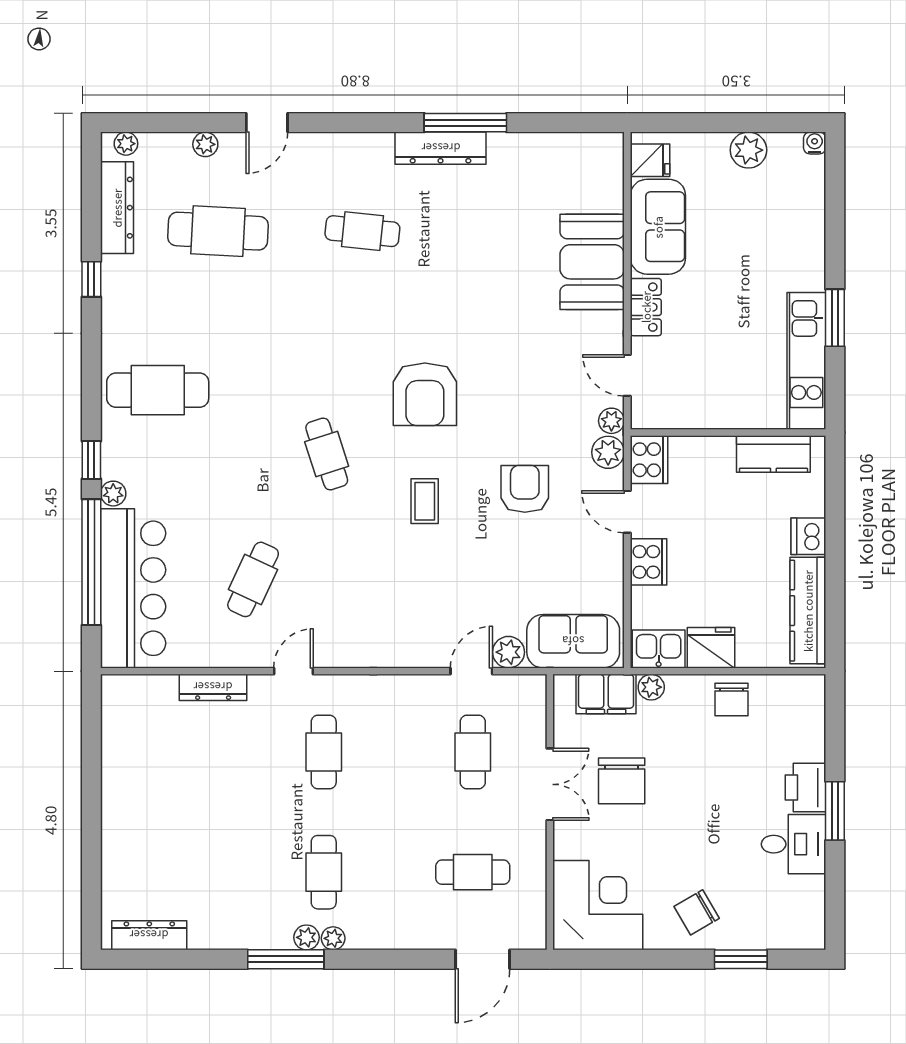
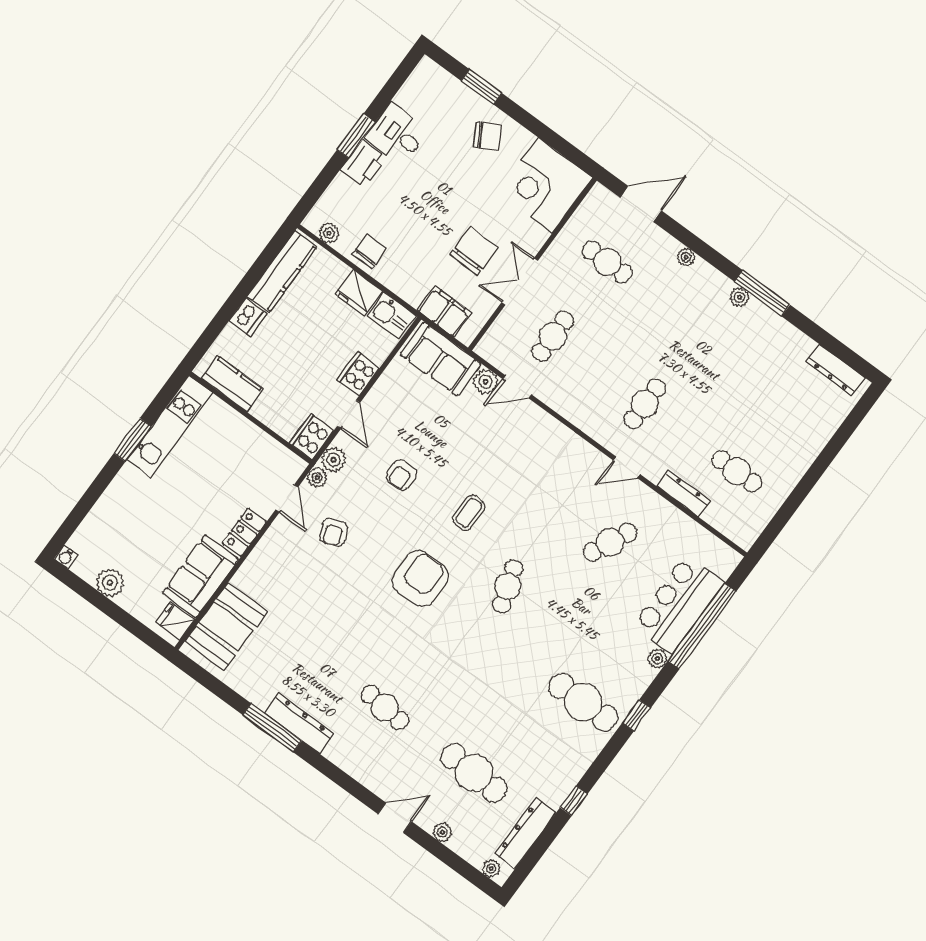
booth: (592, 262) -> (226, 626), moved
armchair: (552, 376) -> (333, 532), added
window: (91, 460) -> (636, 715), moved
armchair: (525, 489) -> (401, 475), width x0.72, depth x0.72
bar counter: (133, 588) -> (679, 604), width x0.73
plant: (651, 687) -> (329, 233), moved
cafe table: (324, 872) -> (737, 471), moved, turned 90
plant: (333, 938) -> (686, 257), moved

